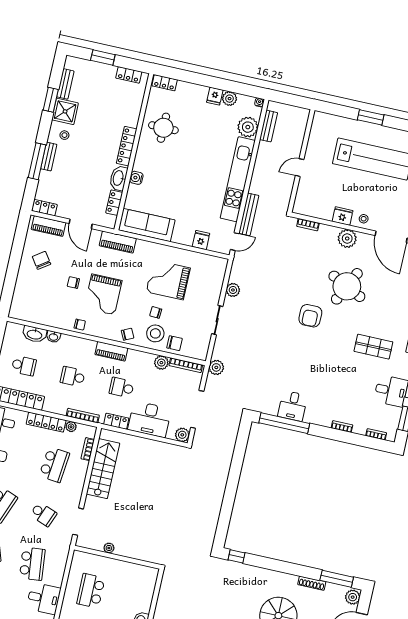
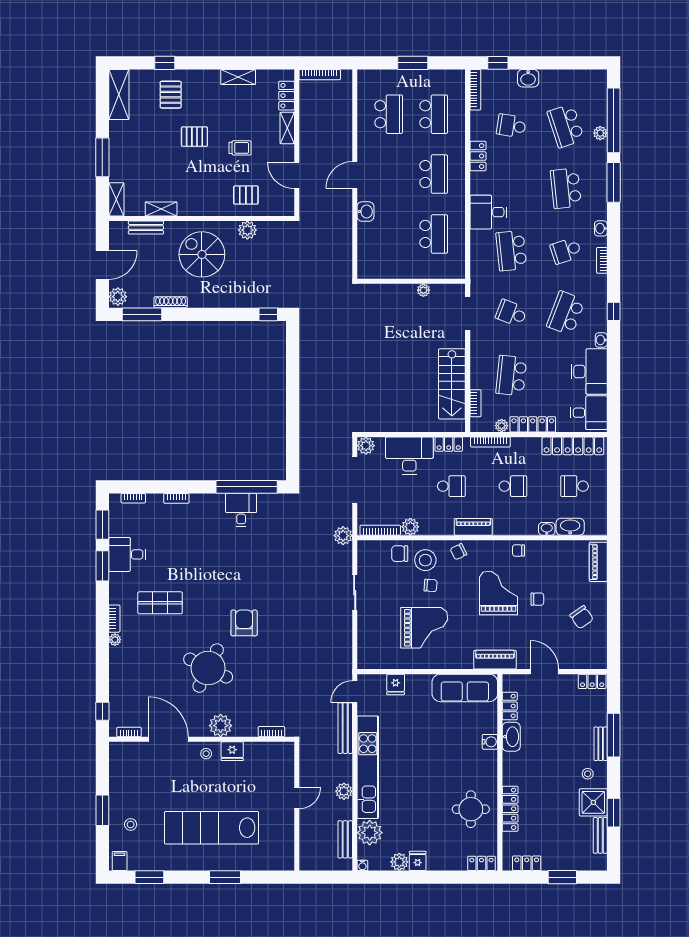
locker: (127, 146) -> (510, 809), moved
piano: (49, 226) -> (598, 562), moved, turned -90
plant: (233, 290) -> (344, 791), moved

